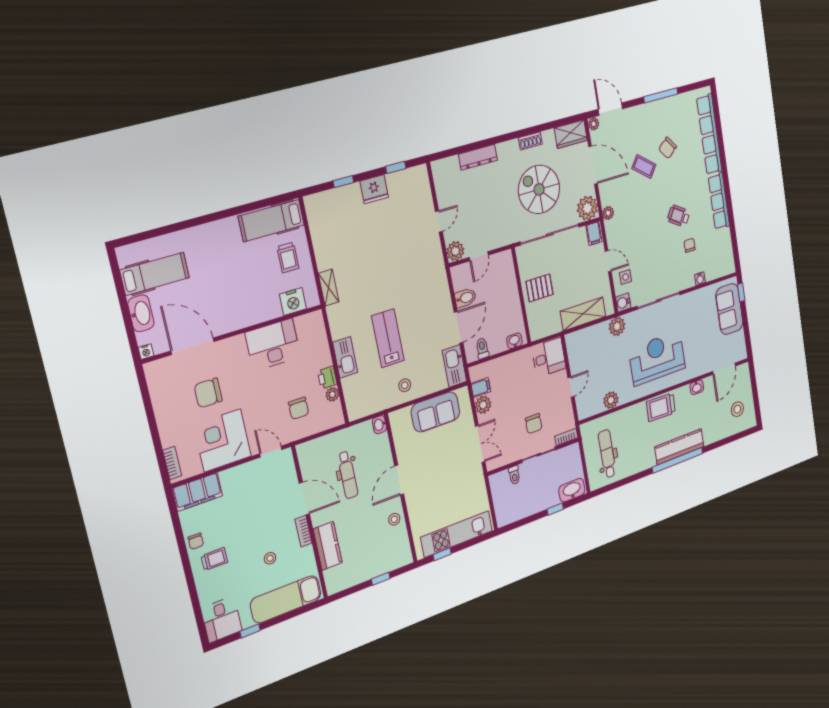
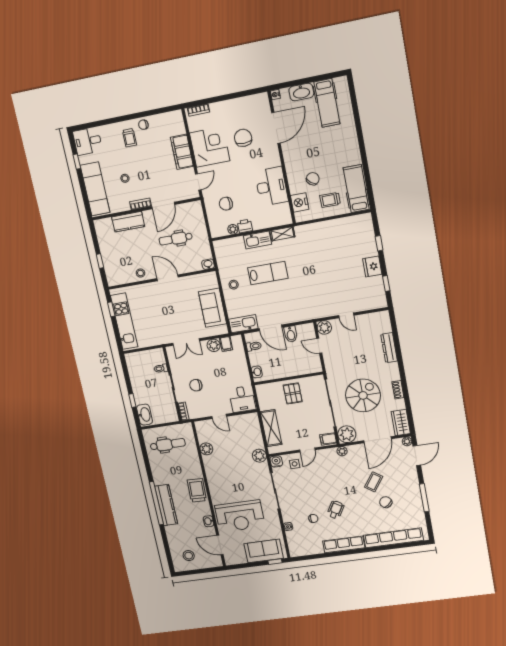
chair: (260, 285) -> (313, 179), added
shelving: (329, 288) -> (282, 234), moved
reception desk: (657, 358) -> (240, 516), moved, turned 90
filing cabinet: (197, 492) -> (182, 152), moved

